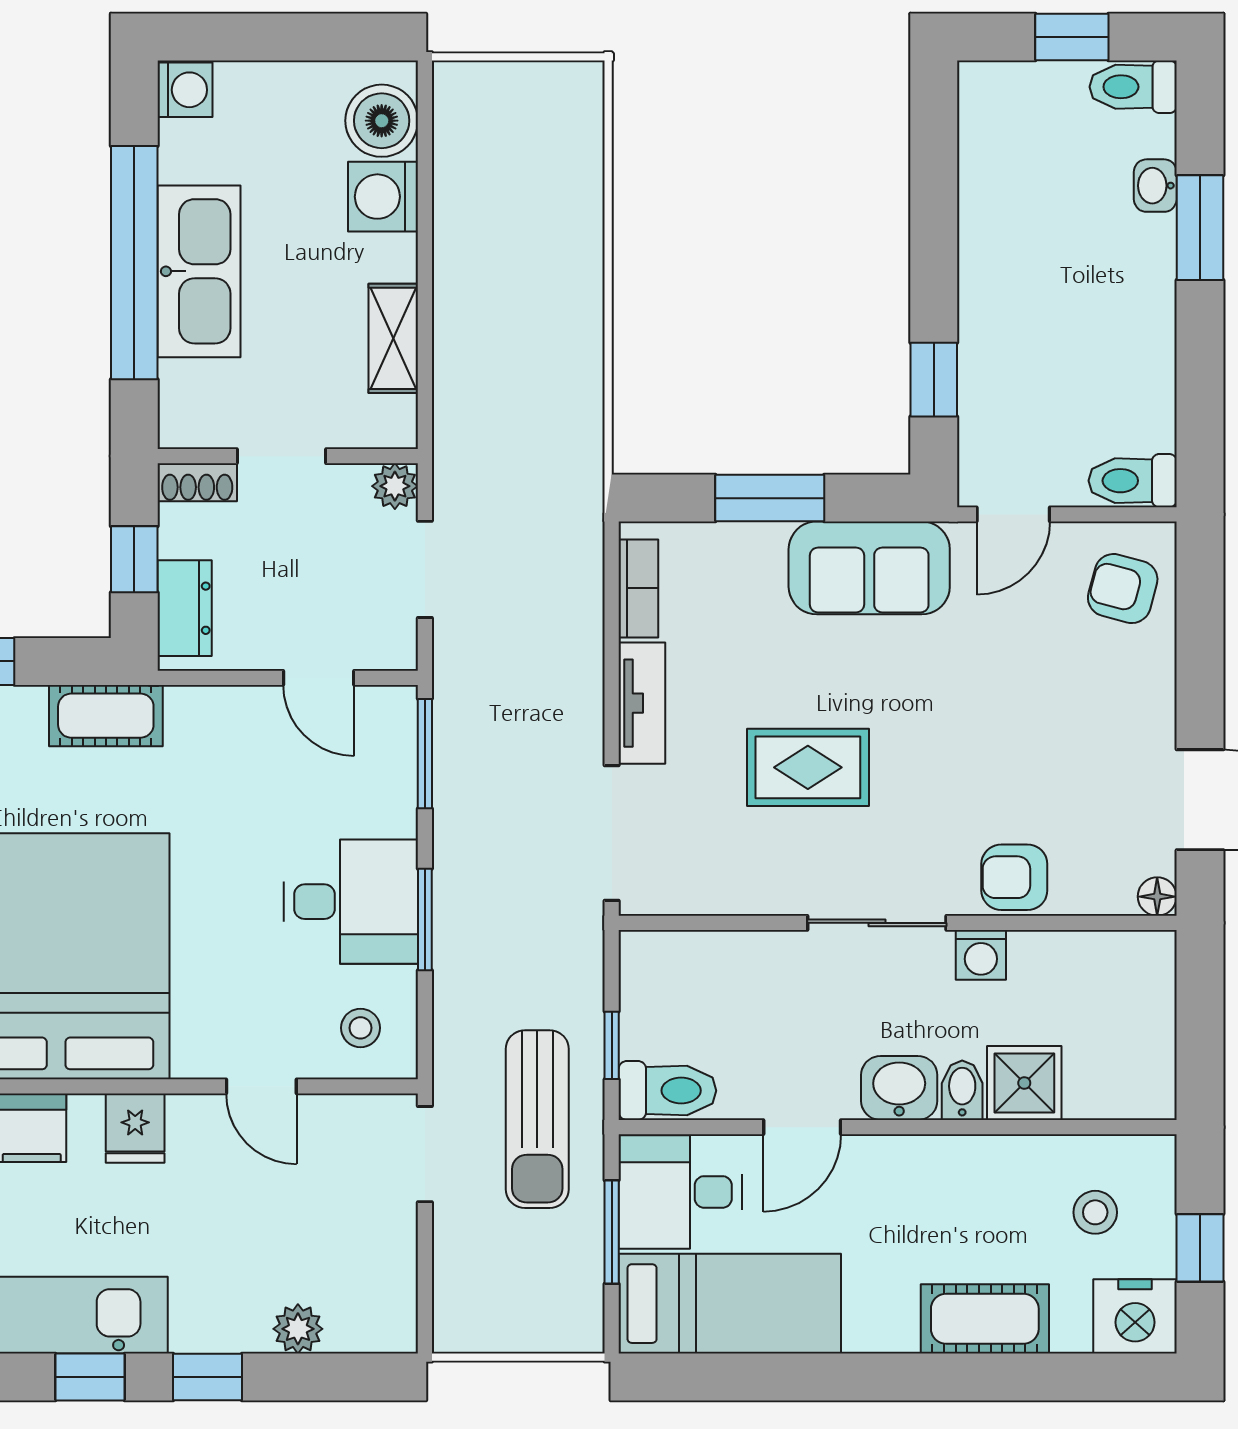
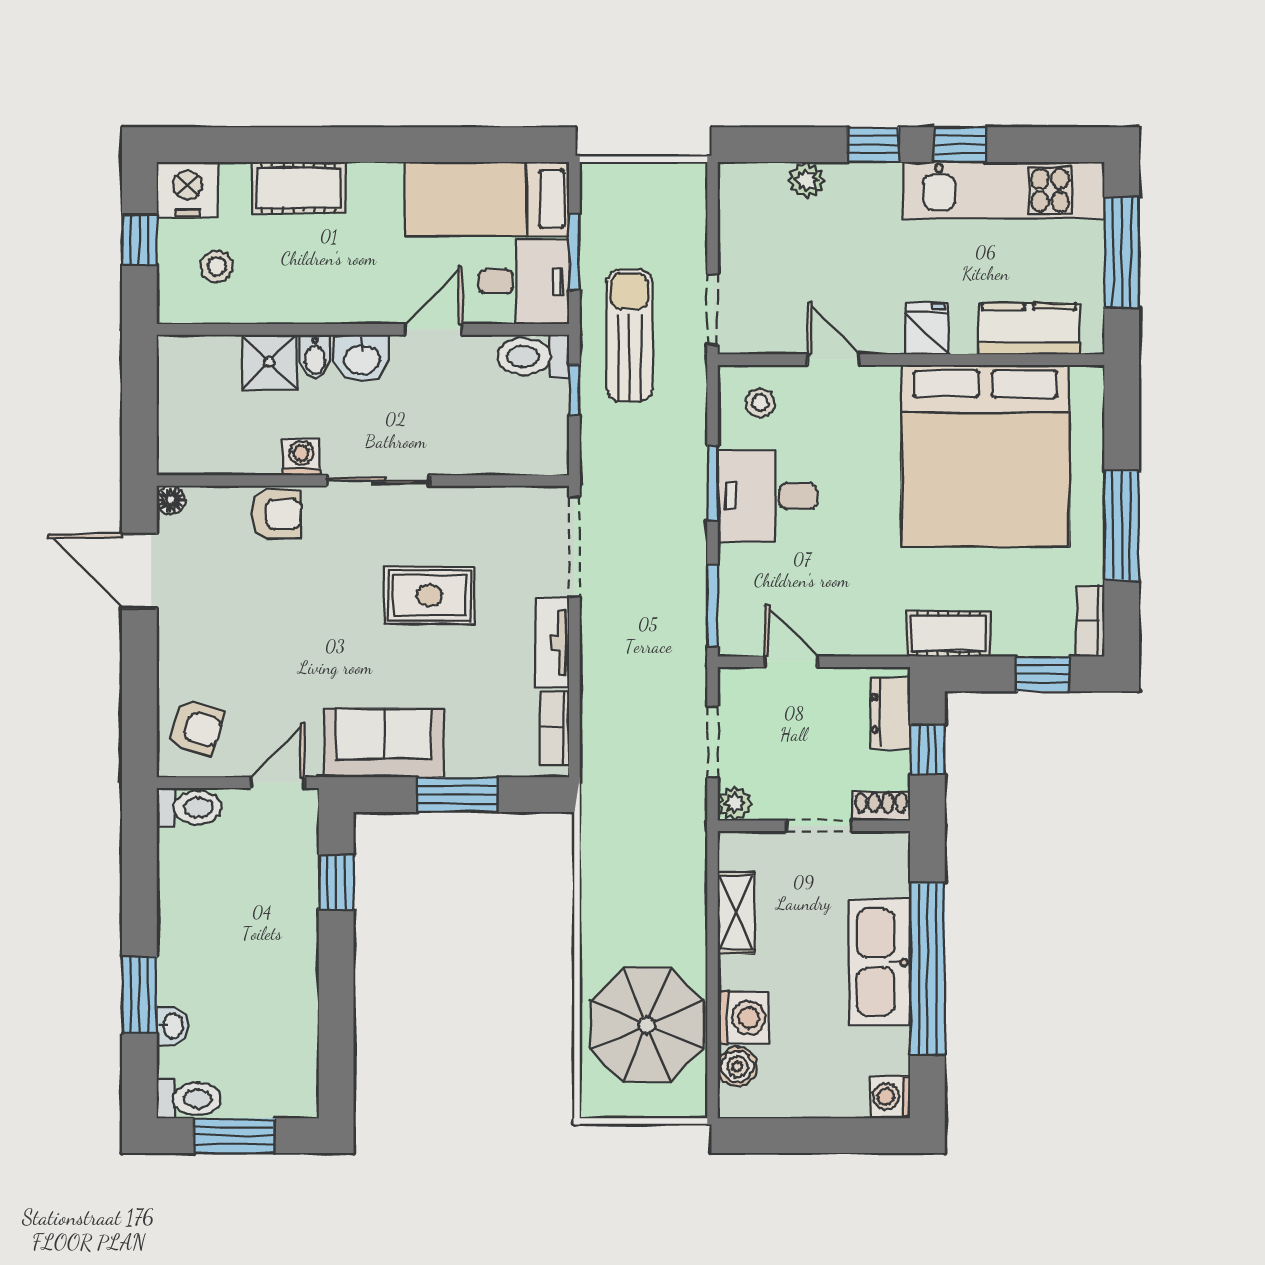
window: (1072, 37) -> (234, 1136), width x1.50
boiler: (382, 121) -> (737, 1067), width x0.73, depth x0.73
parasol: (514, 187) -> (647, 1025), added

